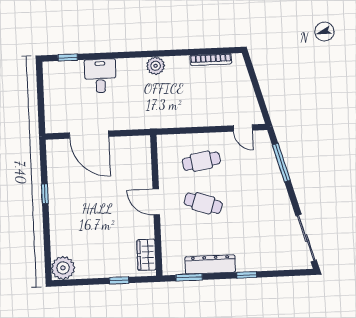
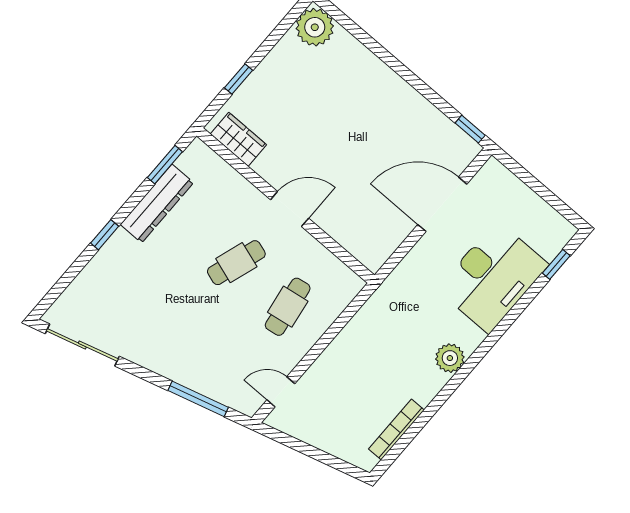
desk: (100, 76) -> (493, 277), width x1.87, depth x1.30
window: (45, 194) -> (470, 129), moved

